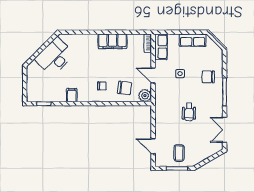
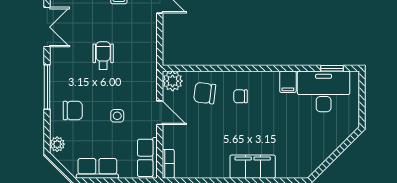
filing cabinet: (112, 41) -> (253, 167), moved
plant: (218, 56) -> (57, 144), added
desk: (55, 57) -> (324, 91), moved, turned -135

